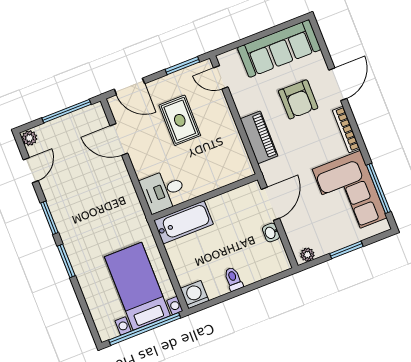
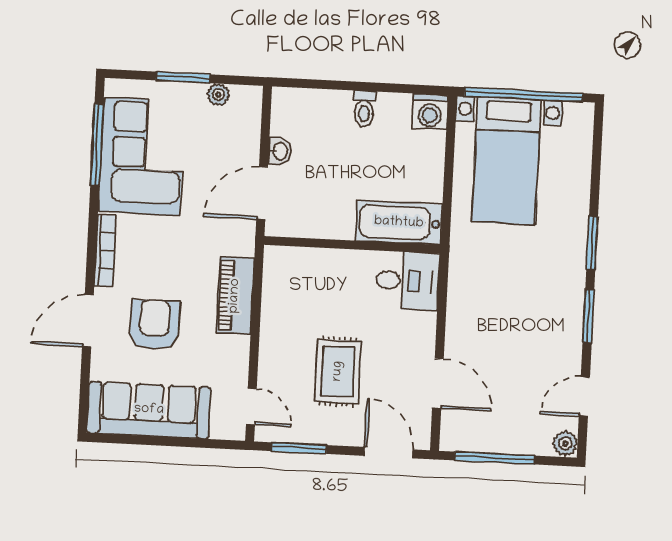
plant: (307, 255) -> (218, 95), moved

